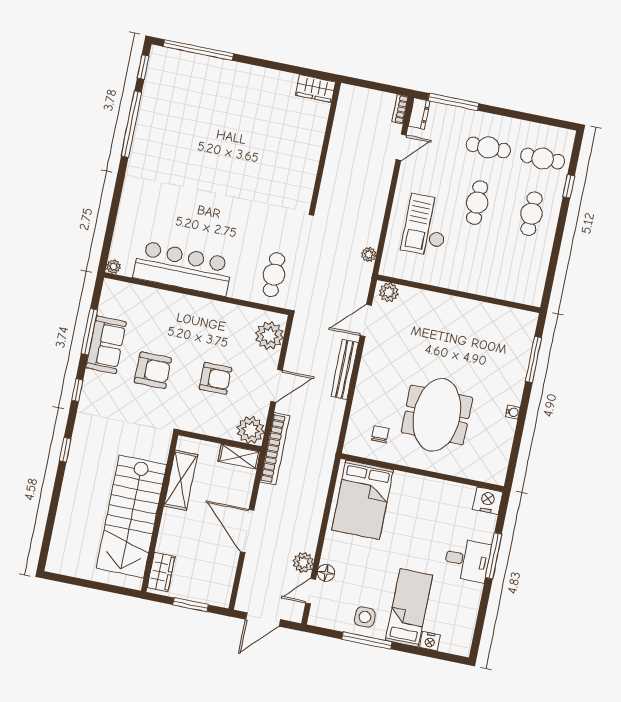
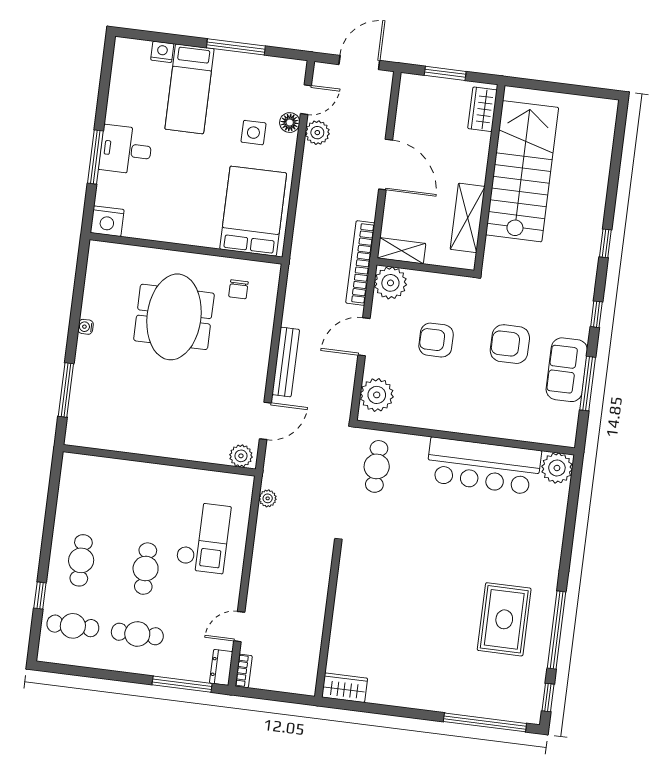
rug: (175, 136) -> (504, 619), added
plant: (113, 267) -> (557, 468), width x1.87, depth x1.87
side table: (365, 617) -> (253, 133), moved

